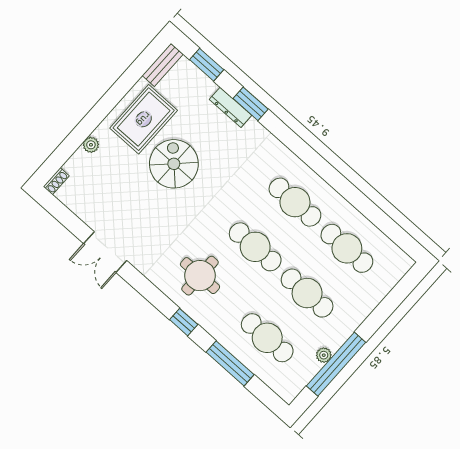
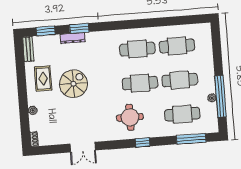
rug: (144, 119) -> (43, 78), width x0.73, depth x0.70
spiral stairs: (174, 164) -> (73, 84), turned 90
window: (230, 363) -> (191, 139), moved

